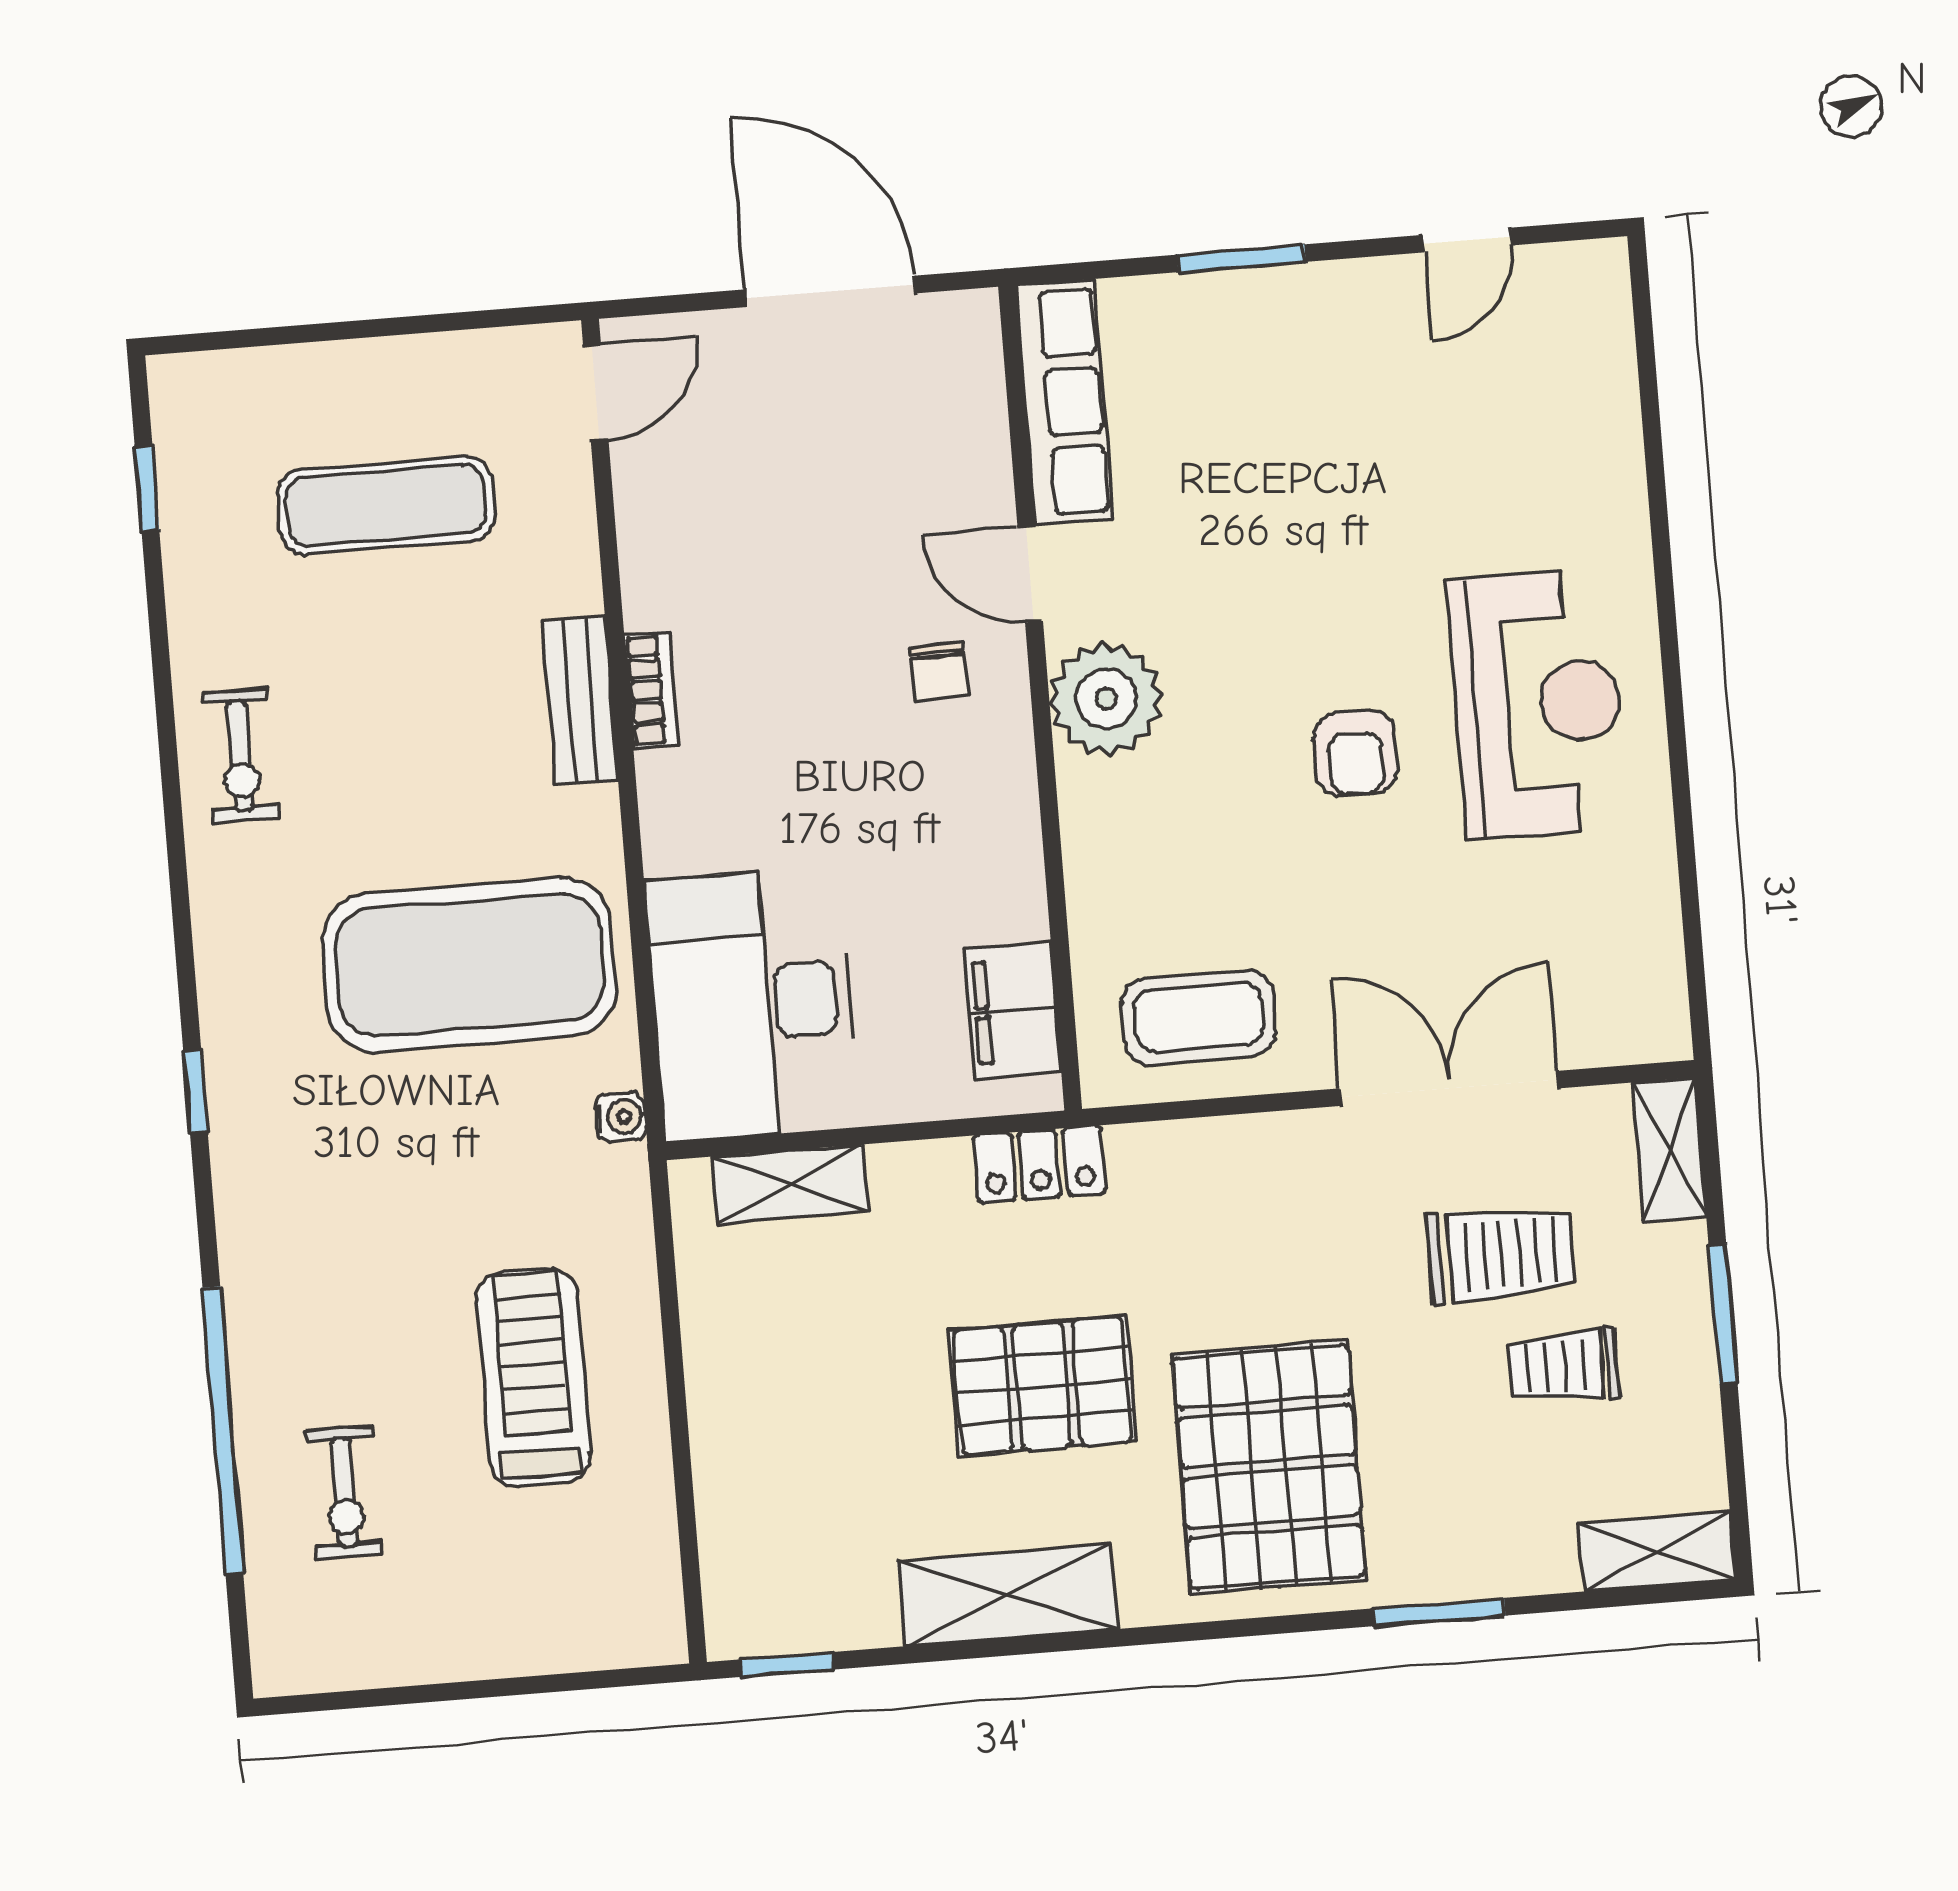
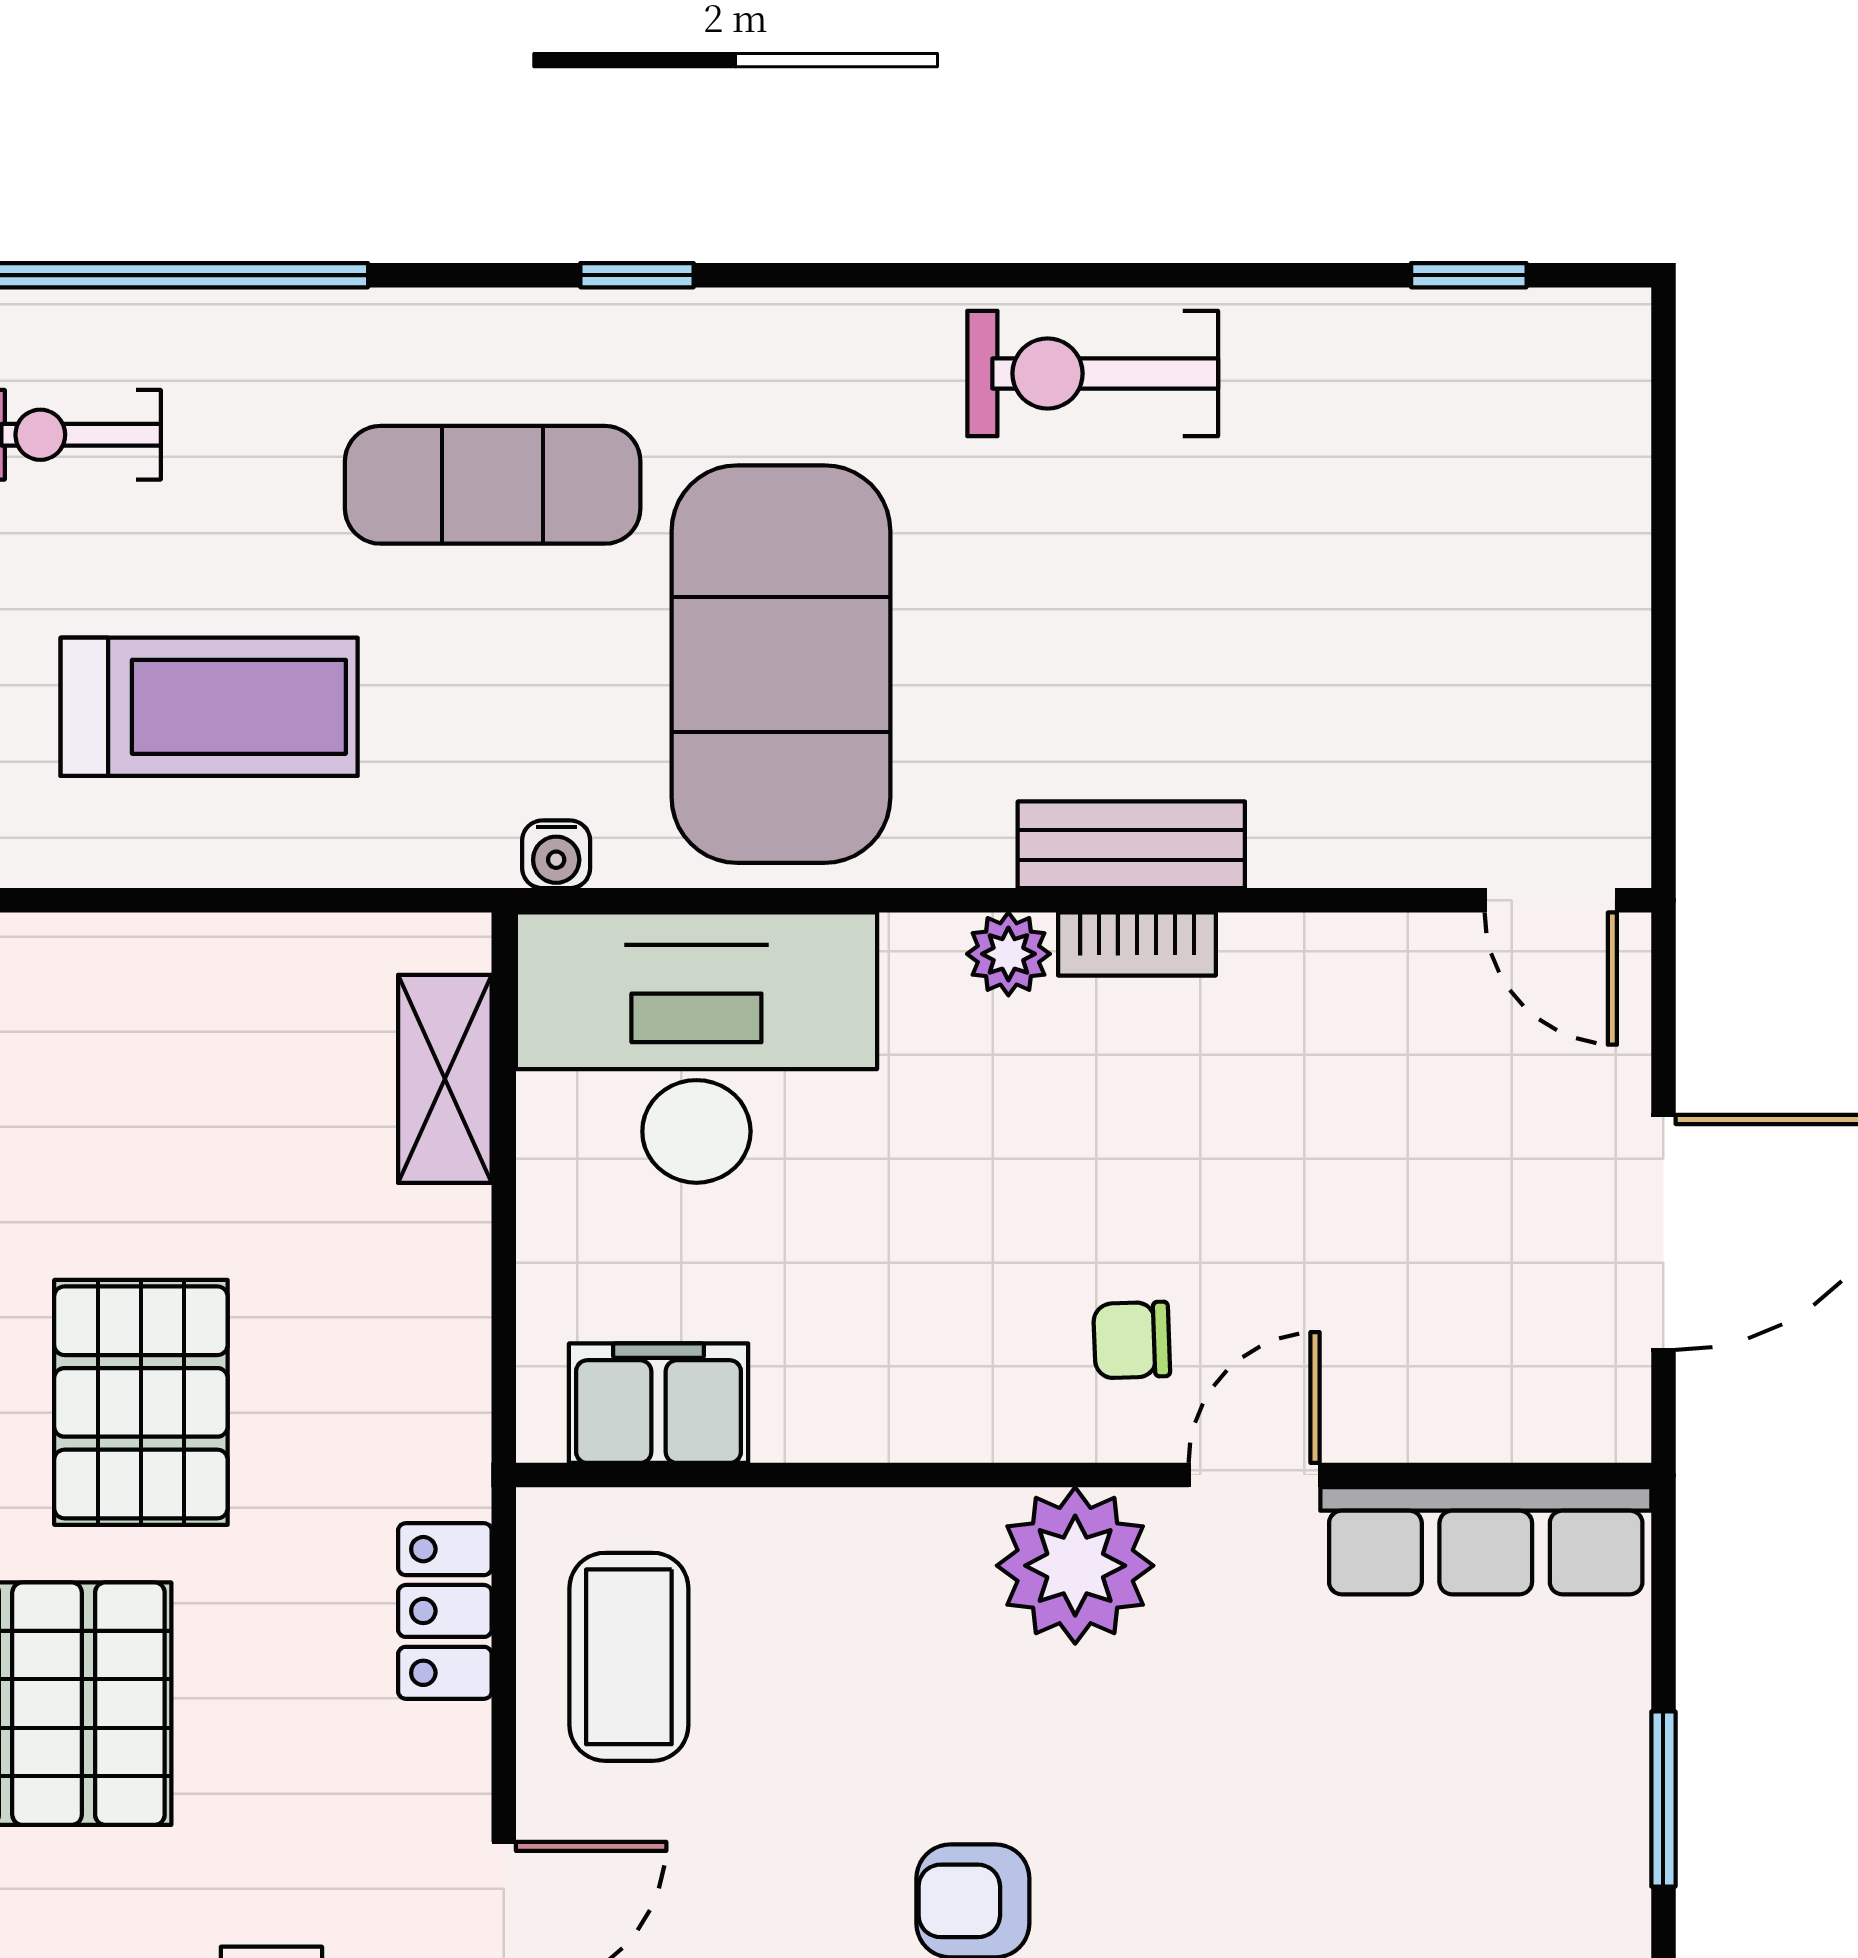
exercise mat: (386, 505) -> (493, 485), moved, turned 90
exercise bike: (240, 756) -> (1093, 373), width x1.38, depth x1.39
plant: (666, 783) -> (1008, 954), added
locker: (1040, 1164) -> (445, 1611), moved

